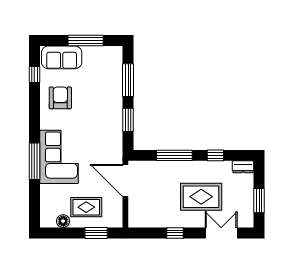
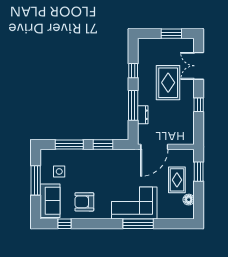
side table: (96, 68) -> (59, 171), added
dresser: (243, 167) -> (143, 115), moved

